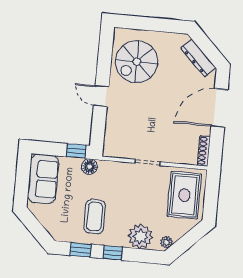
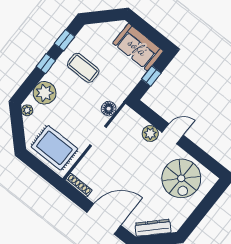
spiral stairs: (137, 62) -> (181, 178), turned 180
door: (219, 108) -> (104, 219), hinge flipped
plant: (114, 116) -> (150, 134), added
window: (76, 151) -> (151, 76), moved
floor lamp: (89, 167) -> (109, 109), moved

